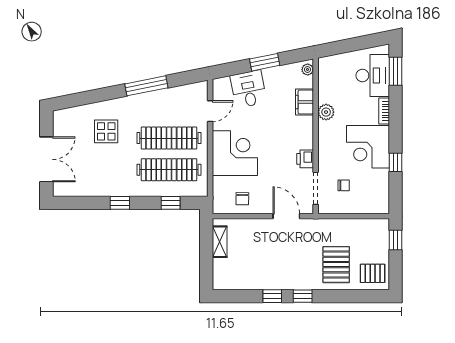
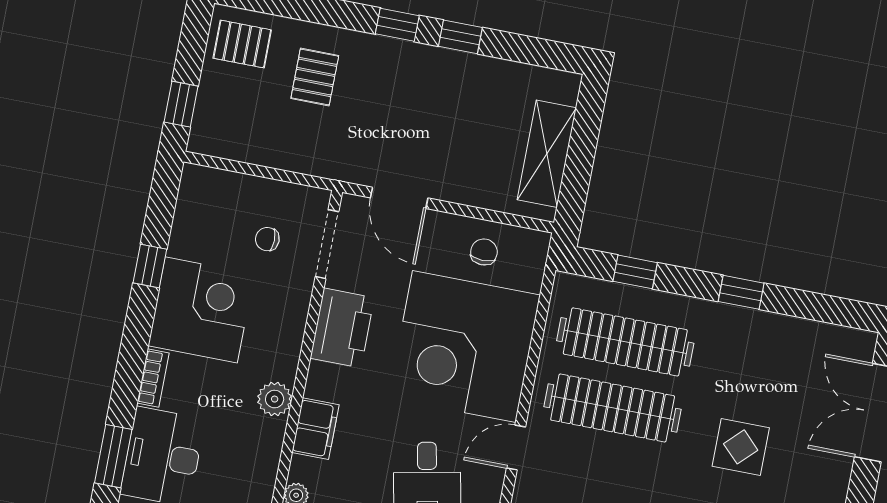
corner desk: (235, 153) -> (464, 347), width x1.36, depth x1.36
printer: (305, 159) -> (342, 328), width x1.87, depth x1.48
shelving: (220, 242) -> (547, 154), width x1.50, depth x1.33
pallet: (336, 265) -> (315, 77), width x0.67, depth x0.71

